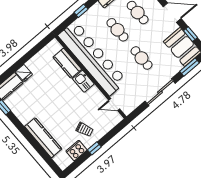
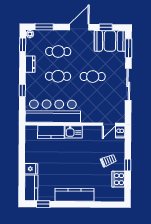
bar counter: (92, 58) -> (53, 111), width x0.73
dishwasher: (116, 119) -> (120, 132), added
kitchen counter: (43, 138) -> (75, 195), moved

